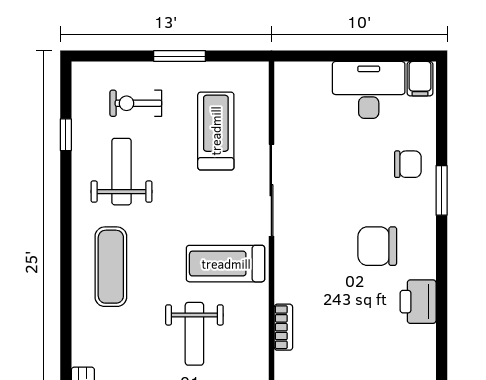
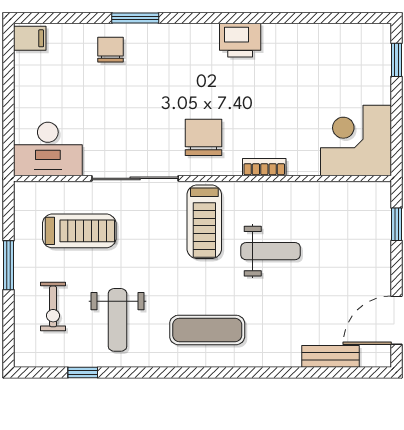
desk: (369, 90) -> (48, 149), moved, turned -90
treadmill: (216, 131) -> (79, 231), turned 180
weight bench: (122, 172) -> (118, 320), turned -90
chair: (377, 246) -> (204, 137), moved, turned 180

